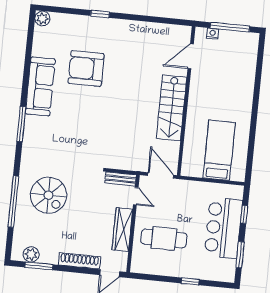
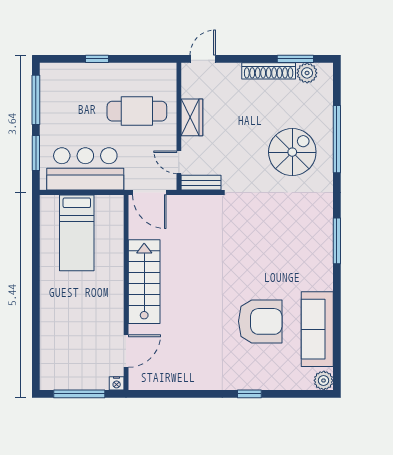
nightstand: (213, 34) -> (117, 383), moved
sofa: (40, 86) -> (317, 329), moved
spiral stairs: (48, 195) -> (292, 152), turned 90
window: (244, 214) -> (36, 153), width x1.50
bar counter: (223, 228) -> (85, 169), moved, turned -90
wardrobe: (122, 229) -> (192, 117), width x0.67
window: (240, 255) -> (36, 100), width x1.44
shoe rack: (80, 261) -> (269, 71), moved

